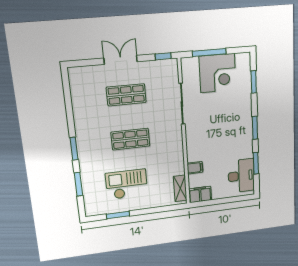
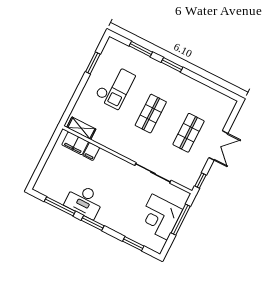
window: (256, 163) -> (60, 206), width x1.44
desk: (241, 176) -> (84, 201), moved
filing cabinet: (200, 194) -> (75, 143), moved, turned 90

